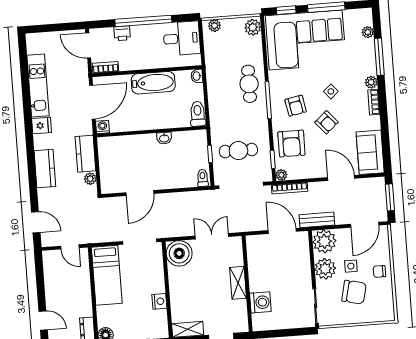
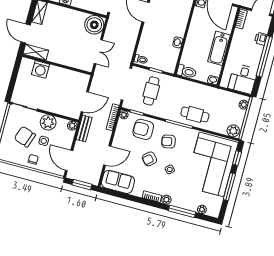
plant: (324, 241) -> (72, 126), width x0.53, depth x0.53
shelving: (238, 283) -> (36, 52), moved
chair: (354, 292) -> (25, 137), turned 96

